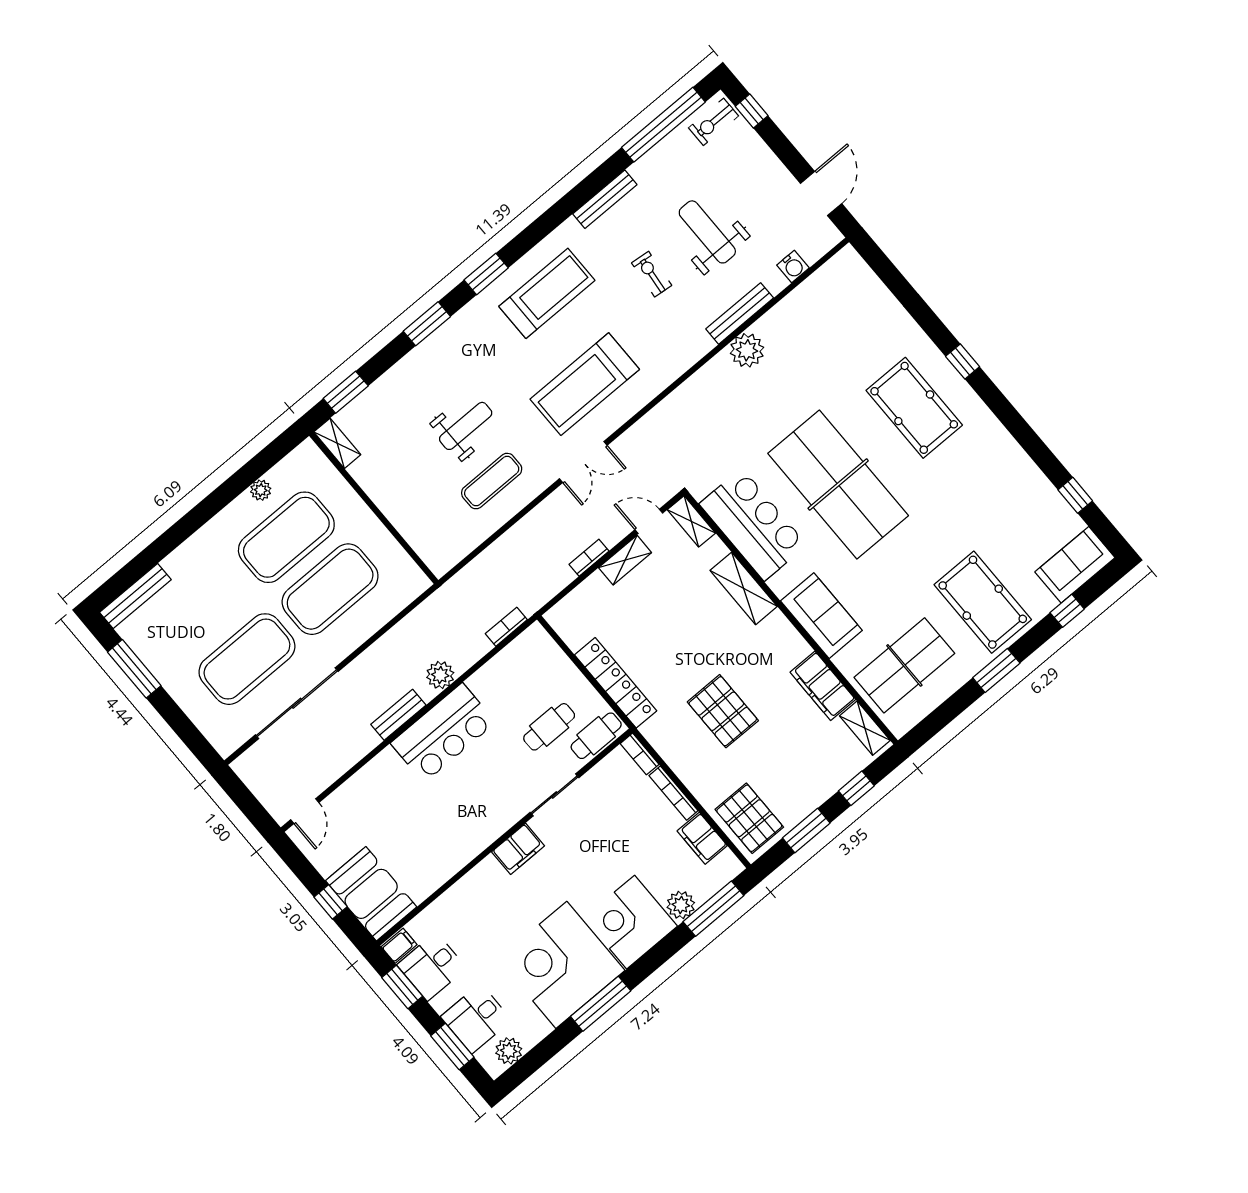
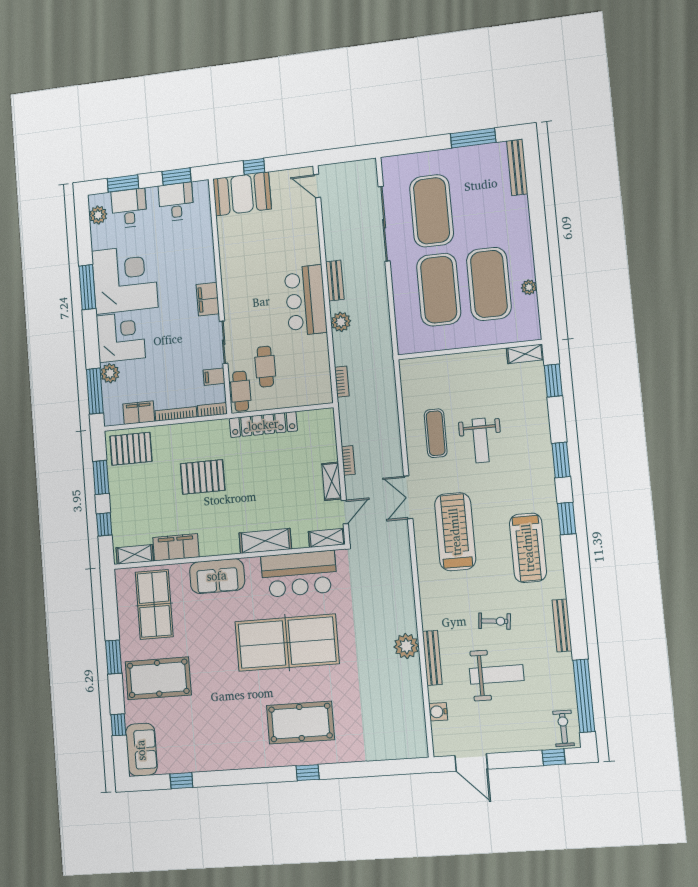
filing cabinet: (399, 946) -> (214, 377), moved, turned 90

